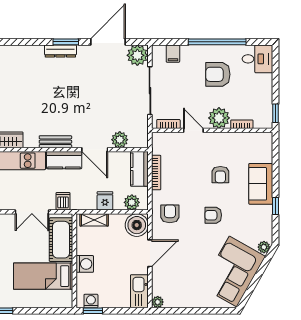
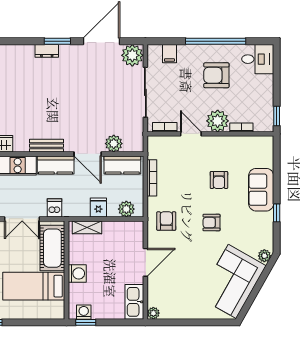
dresser: (60, 51) -> (47, 51), width x0.70
kitchen counter: (139, 169) -> (122, 165), moved, turned -90
boiler: (137, 225) -> (132, 233), removed

